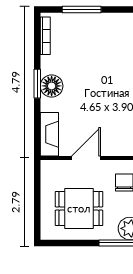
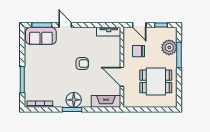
armchair: (106, 99) -> (82, 64), added
dining table: (79, 208) -> (156, 81), turned 90

